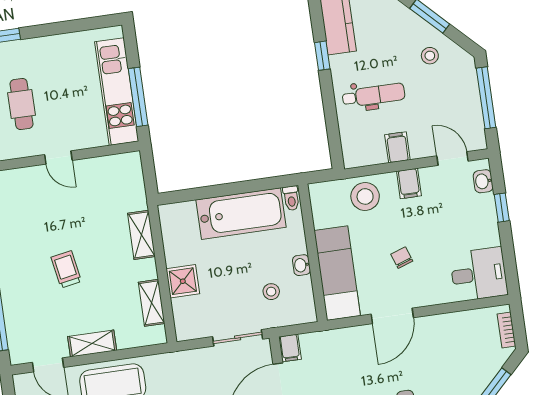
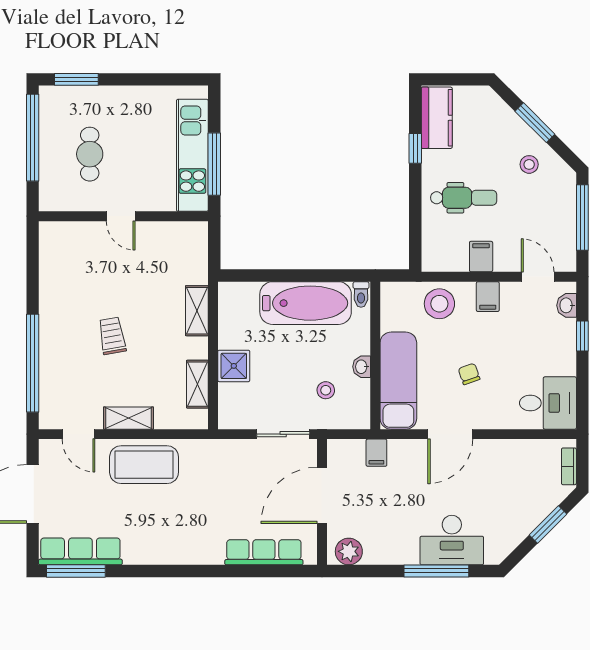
filing cabinet: (290, 348) -> (376, 453), moved

